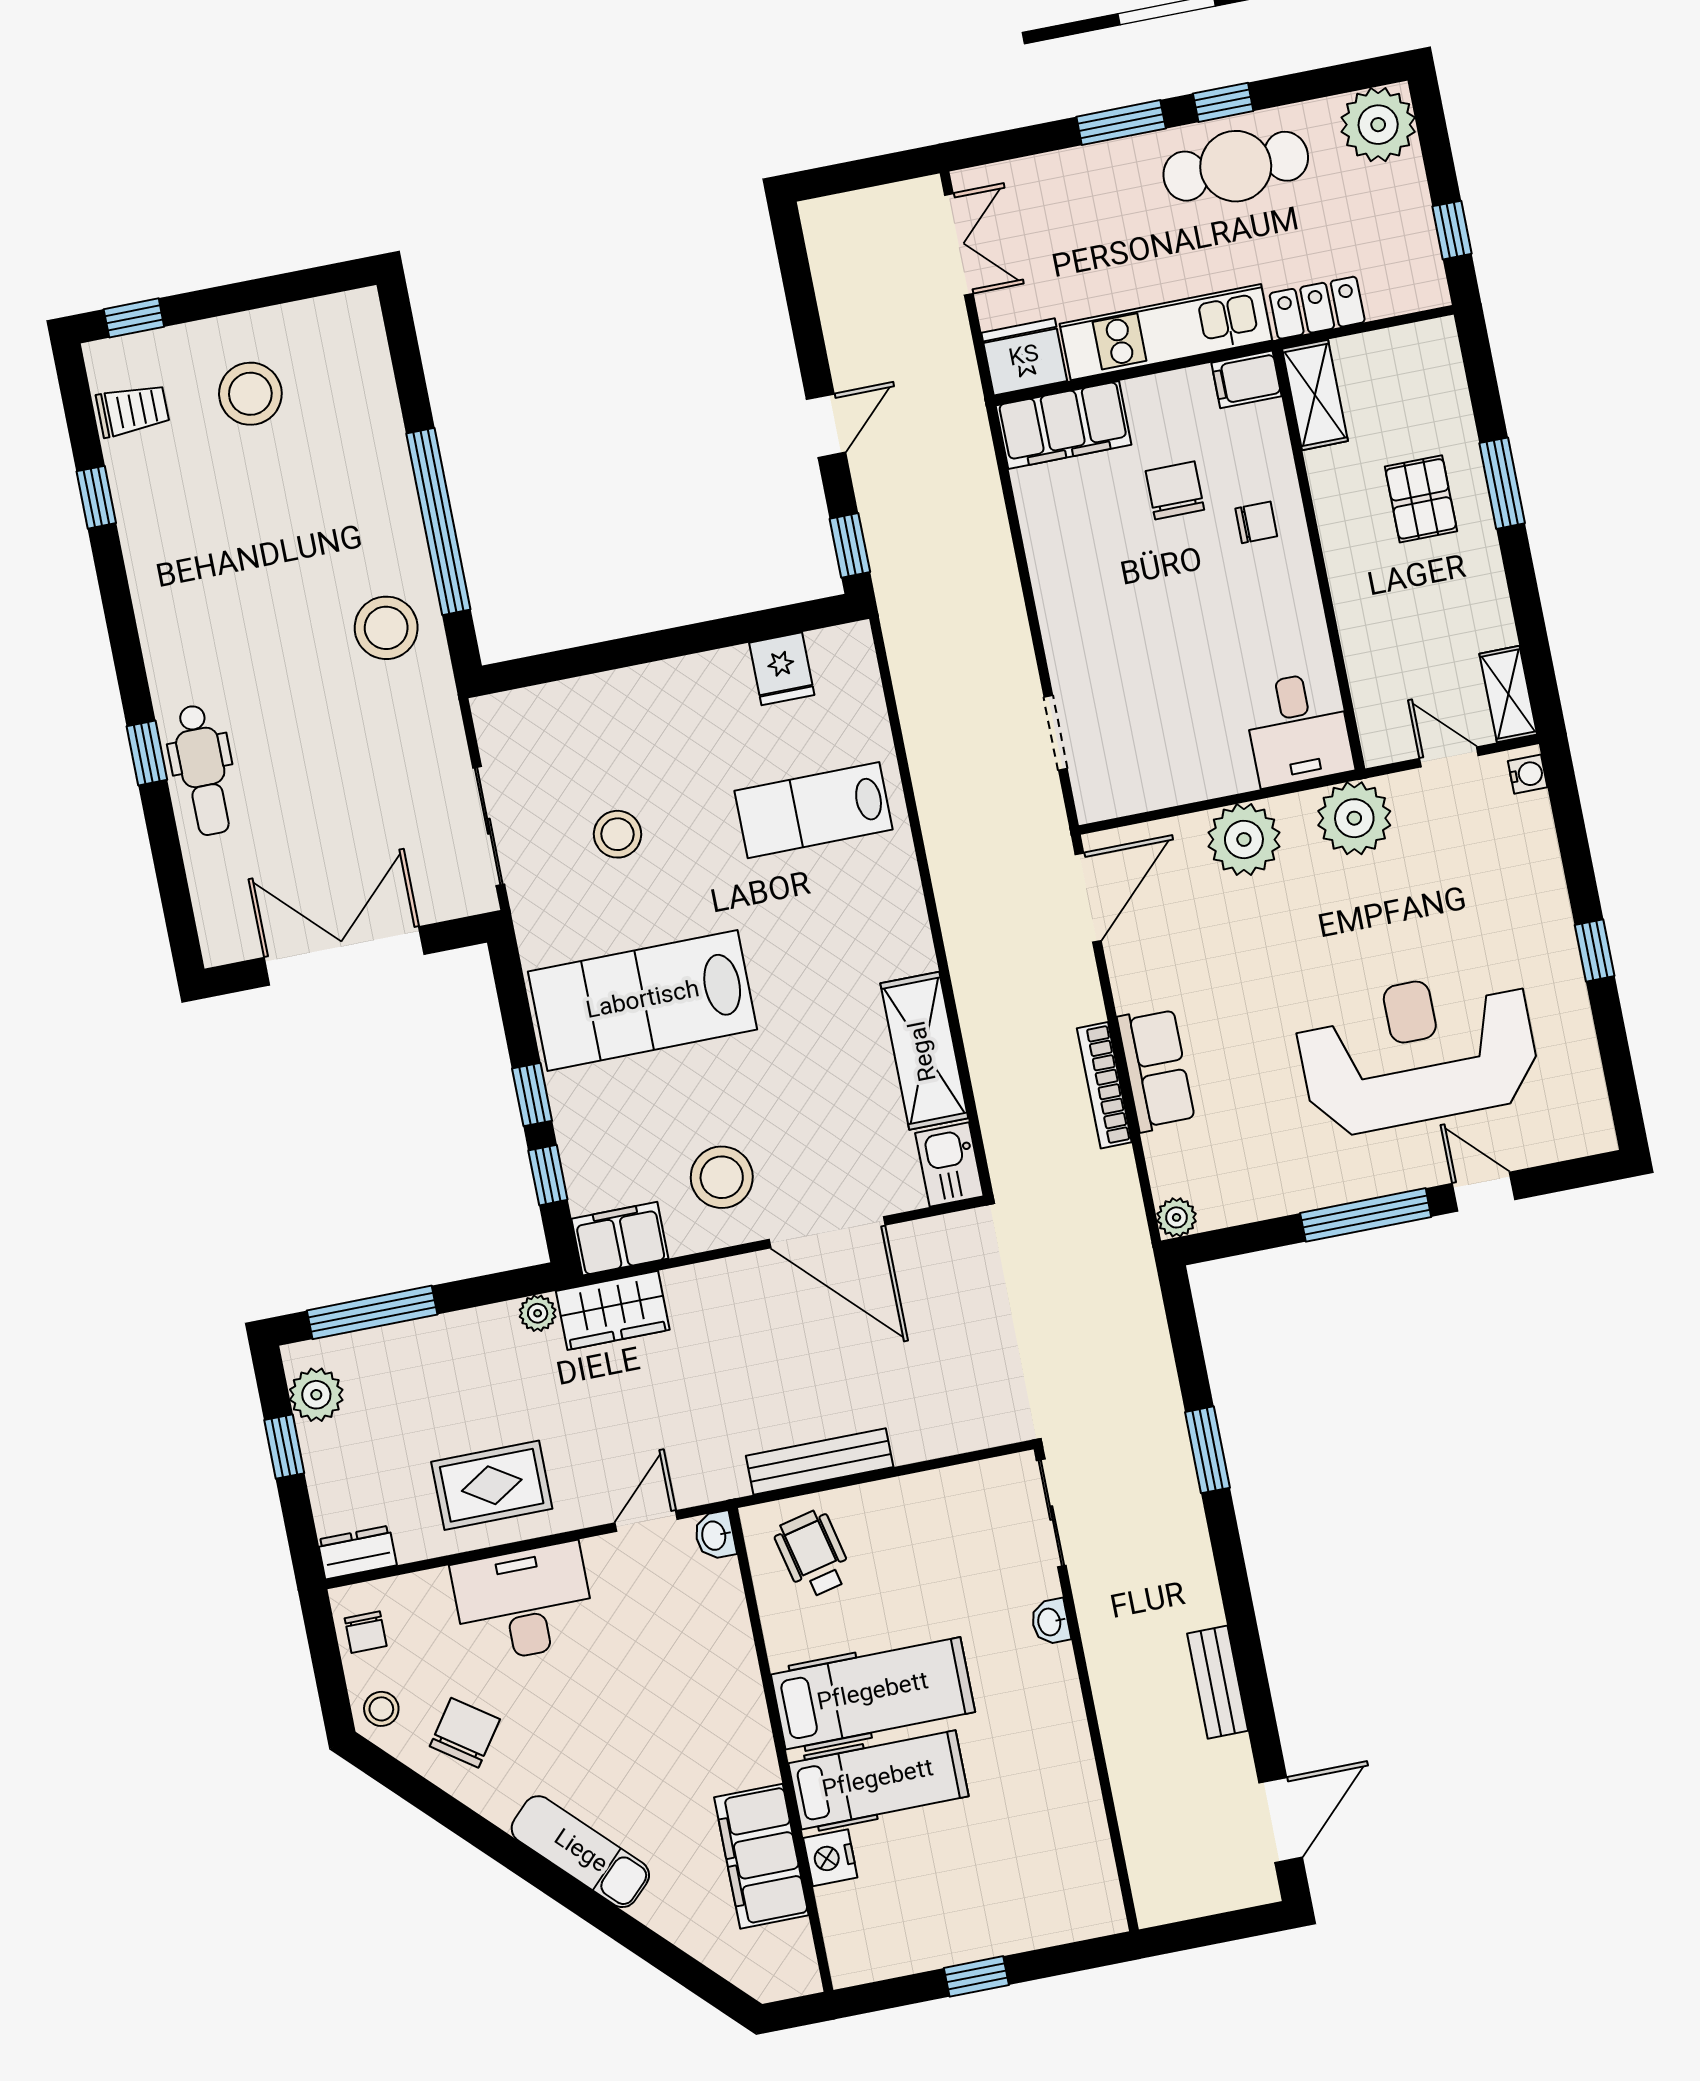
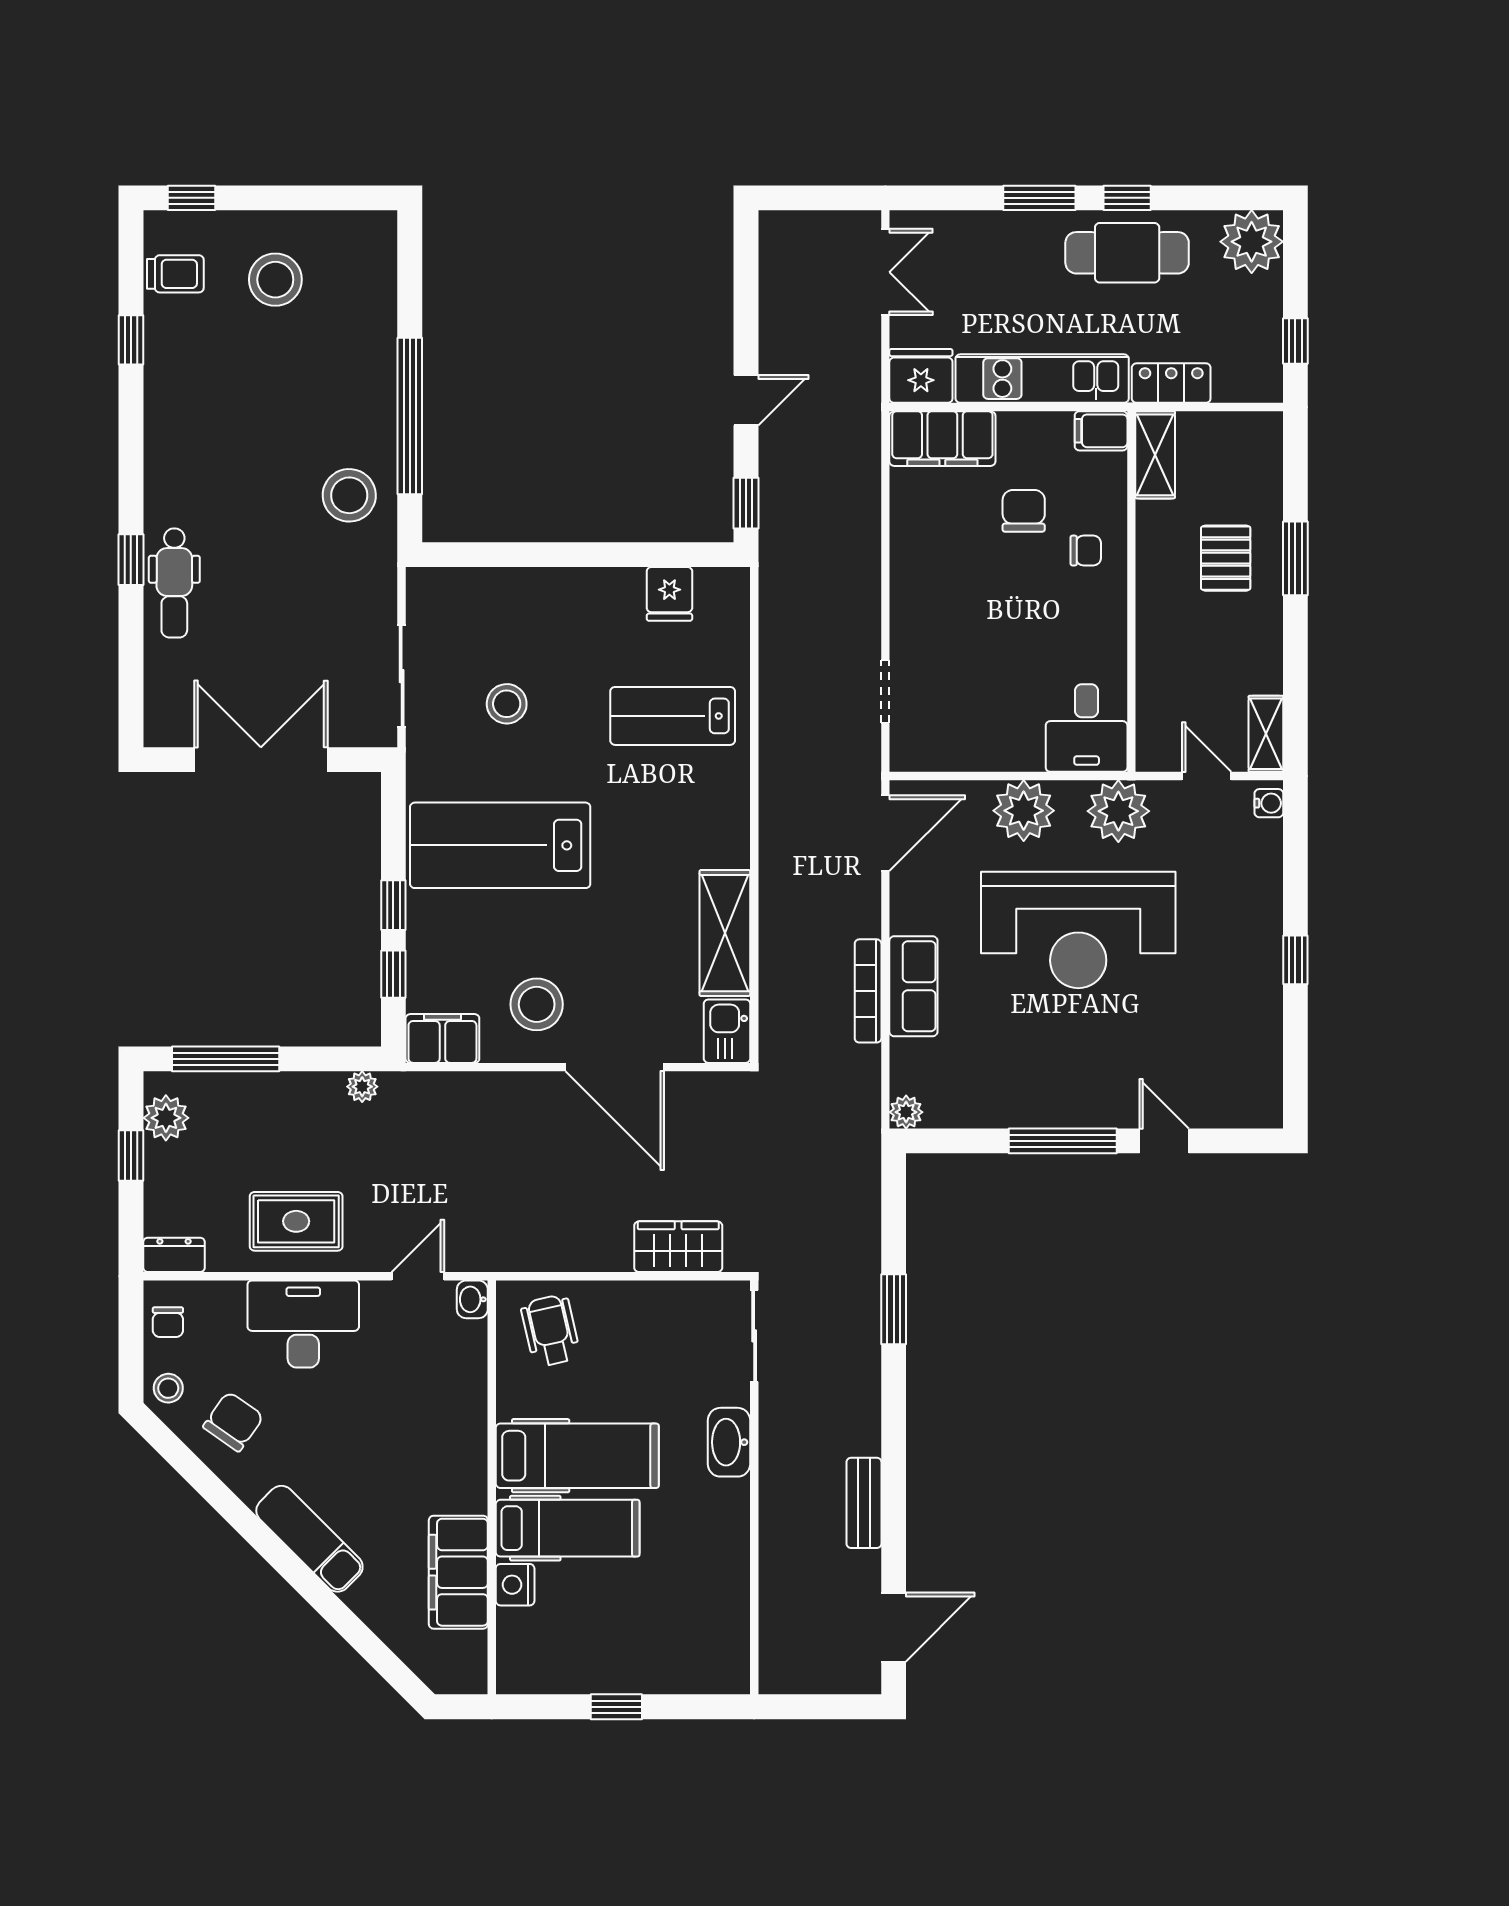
reception desk: (1418, 1051) -> (1078, 930), moved, turned 180
wardrobe: (613, 1310) -> (678, 1247), moved, turned 180
bench: (820, 1461) -> (571, 1255), removed
washbasin: (1050, 1622) -> (729, 1442), width x1.91, depth x1.45

